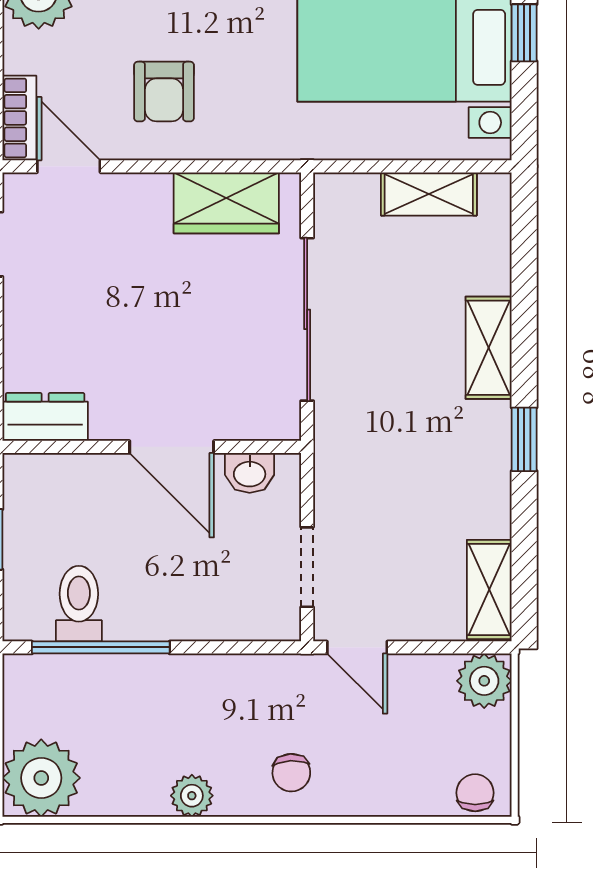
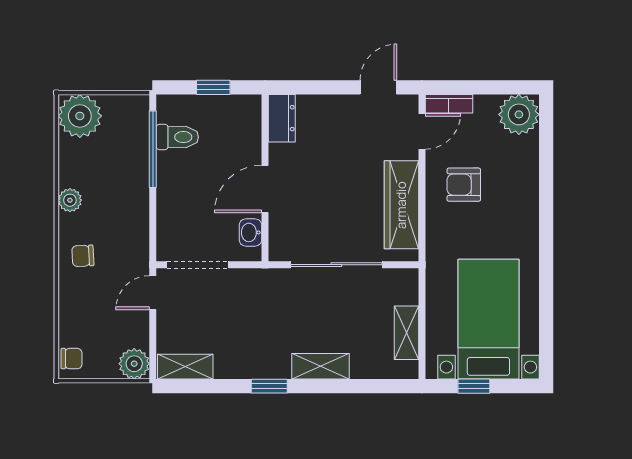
window: (524, 33) -> (474, 386), moved
wardrobe: (226, 203) -> (401, 205), width x1.50
doorway: (307, 567) -> (198, 265), width x1.38

